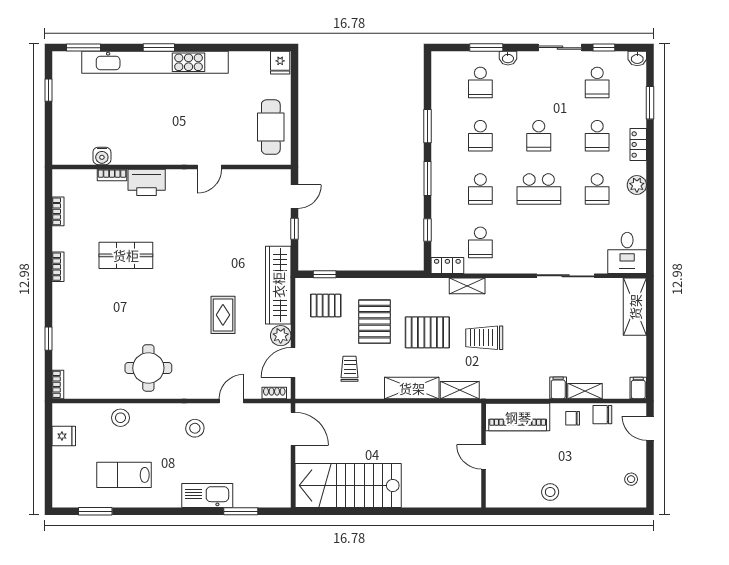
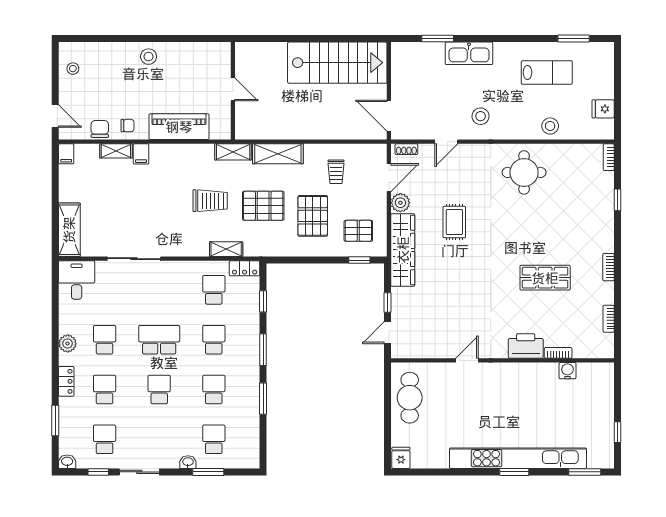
chair: (602, 415) -> (100, 129), turned -90
wall: (483, 455) -> (233, 91), moved
door: (483, 457) -> (233, 89), moved

